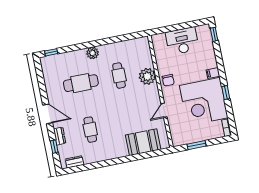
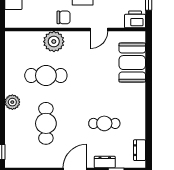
cafe table: (119, 75) -> (46, 76), width x1.37, depth x1.35
door: (164, 110) -> (99, 30), hinge flipped
printer: (178, 137) -> (135, 19), added

